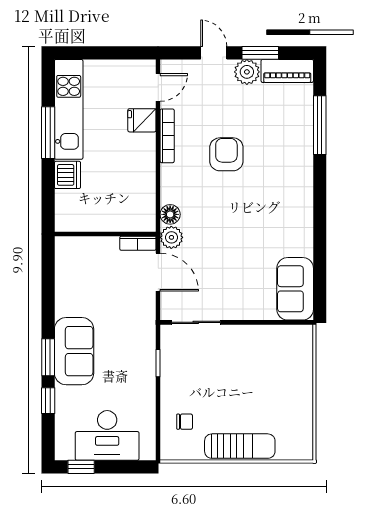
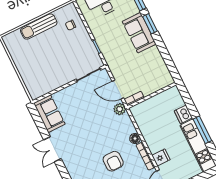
floor lamp: (170, 214) -> (135, 139), moved
double door: (320, 226) -> (52, 149), added

